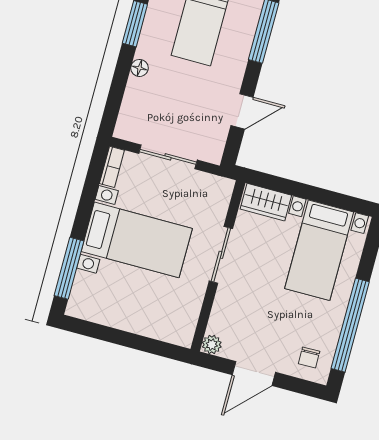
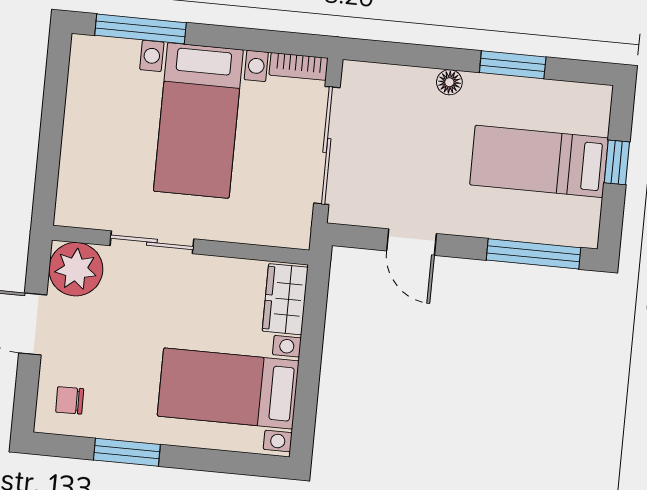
sliding door: (168, 157) -> (327, 145), width x1.37
sliding door: (221, 255) -> (152, 242), moved
window: (350, 325) -> (127, 452), width x0.47
plant: (212, 345) -> (76, 269), width x1.88, depth x1.88

